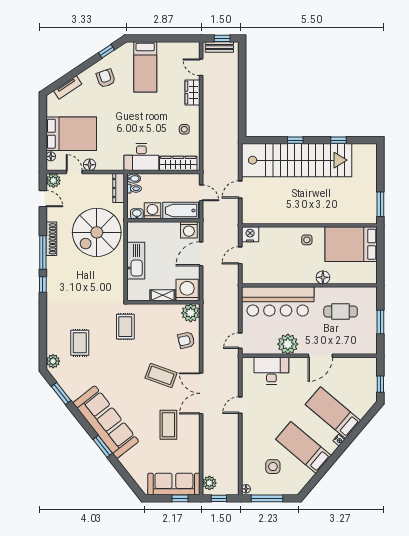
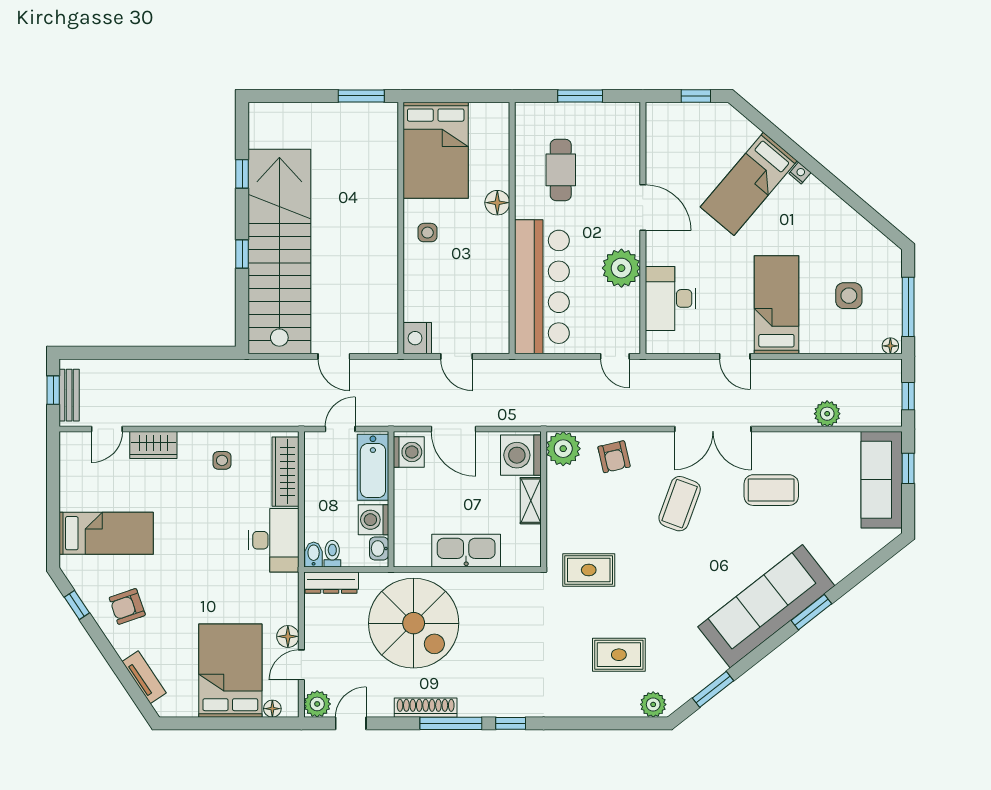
bed: (303, 447) -> (776, 305), moved, turned 140
plant: (209, 483) -> (827, 414), moved

